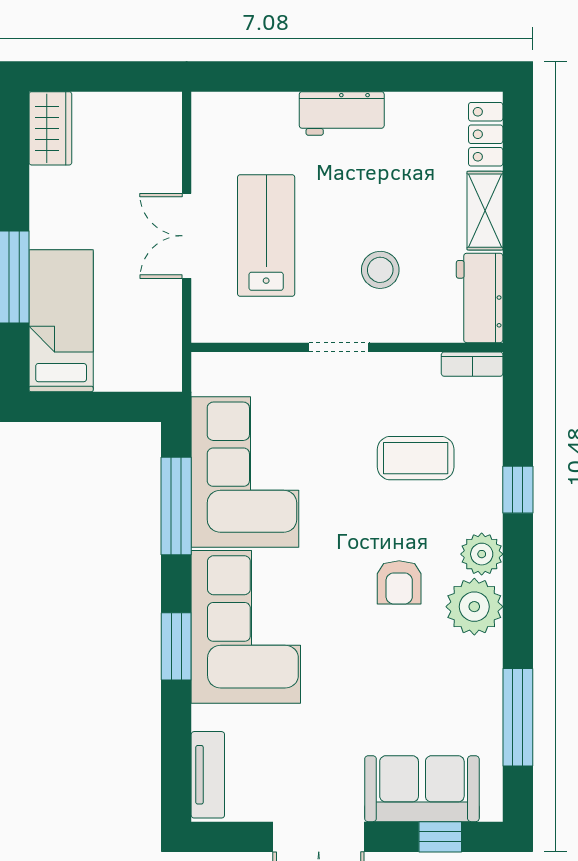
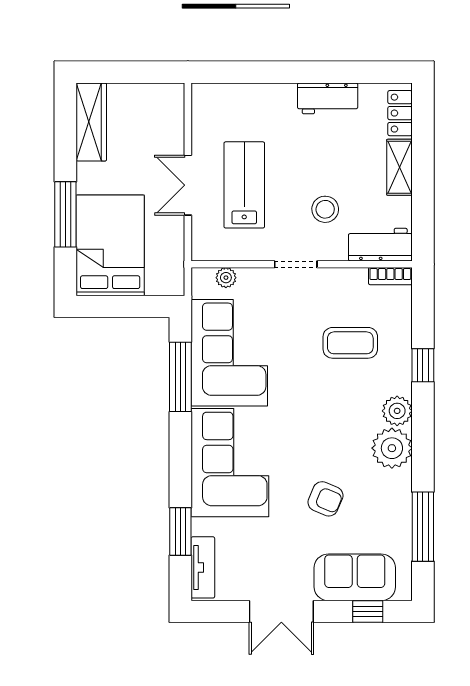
workbench: (342, 113) -> (328, 98), moved
wardrobe: (50, 128) -> (91, 122), width x1.50
workbench: (480, 298) -> (380, 245), moved, turned 90
bed: (61, 321) -> (110, 245), width x1.50
plant: (240, 366) -> (226, 278), added
armchair: (399, 582) -> (325, 499), moved, turned -67
window: (176, 646) -> (180, 531), moved

